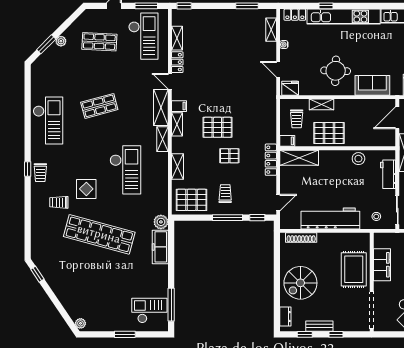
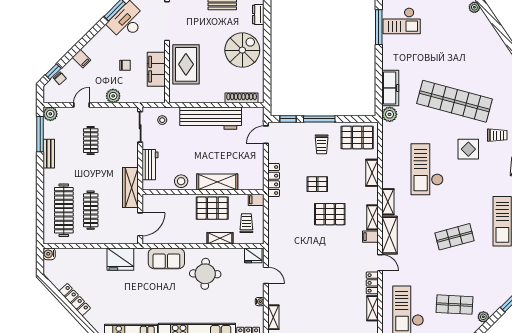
plant: (61, 41) -> (483, 317), moved
shelving: (299, 158) -> (217, 182), moved

